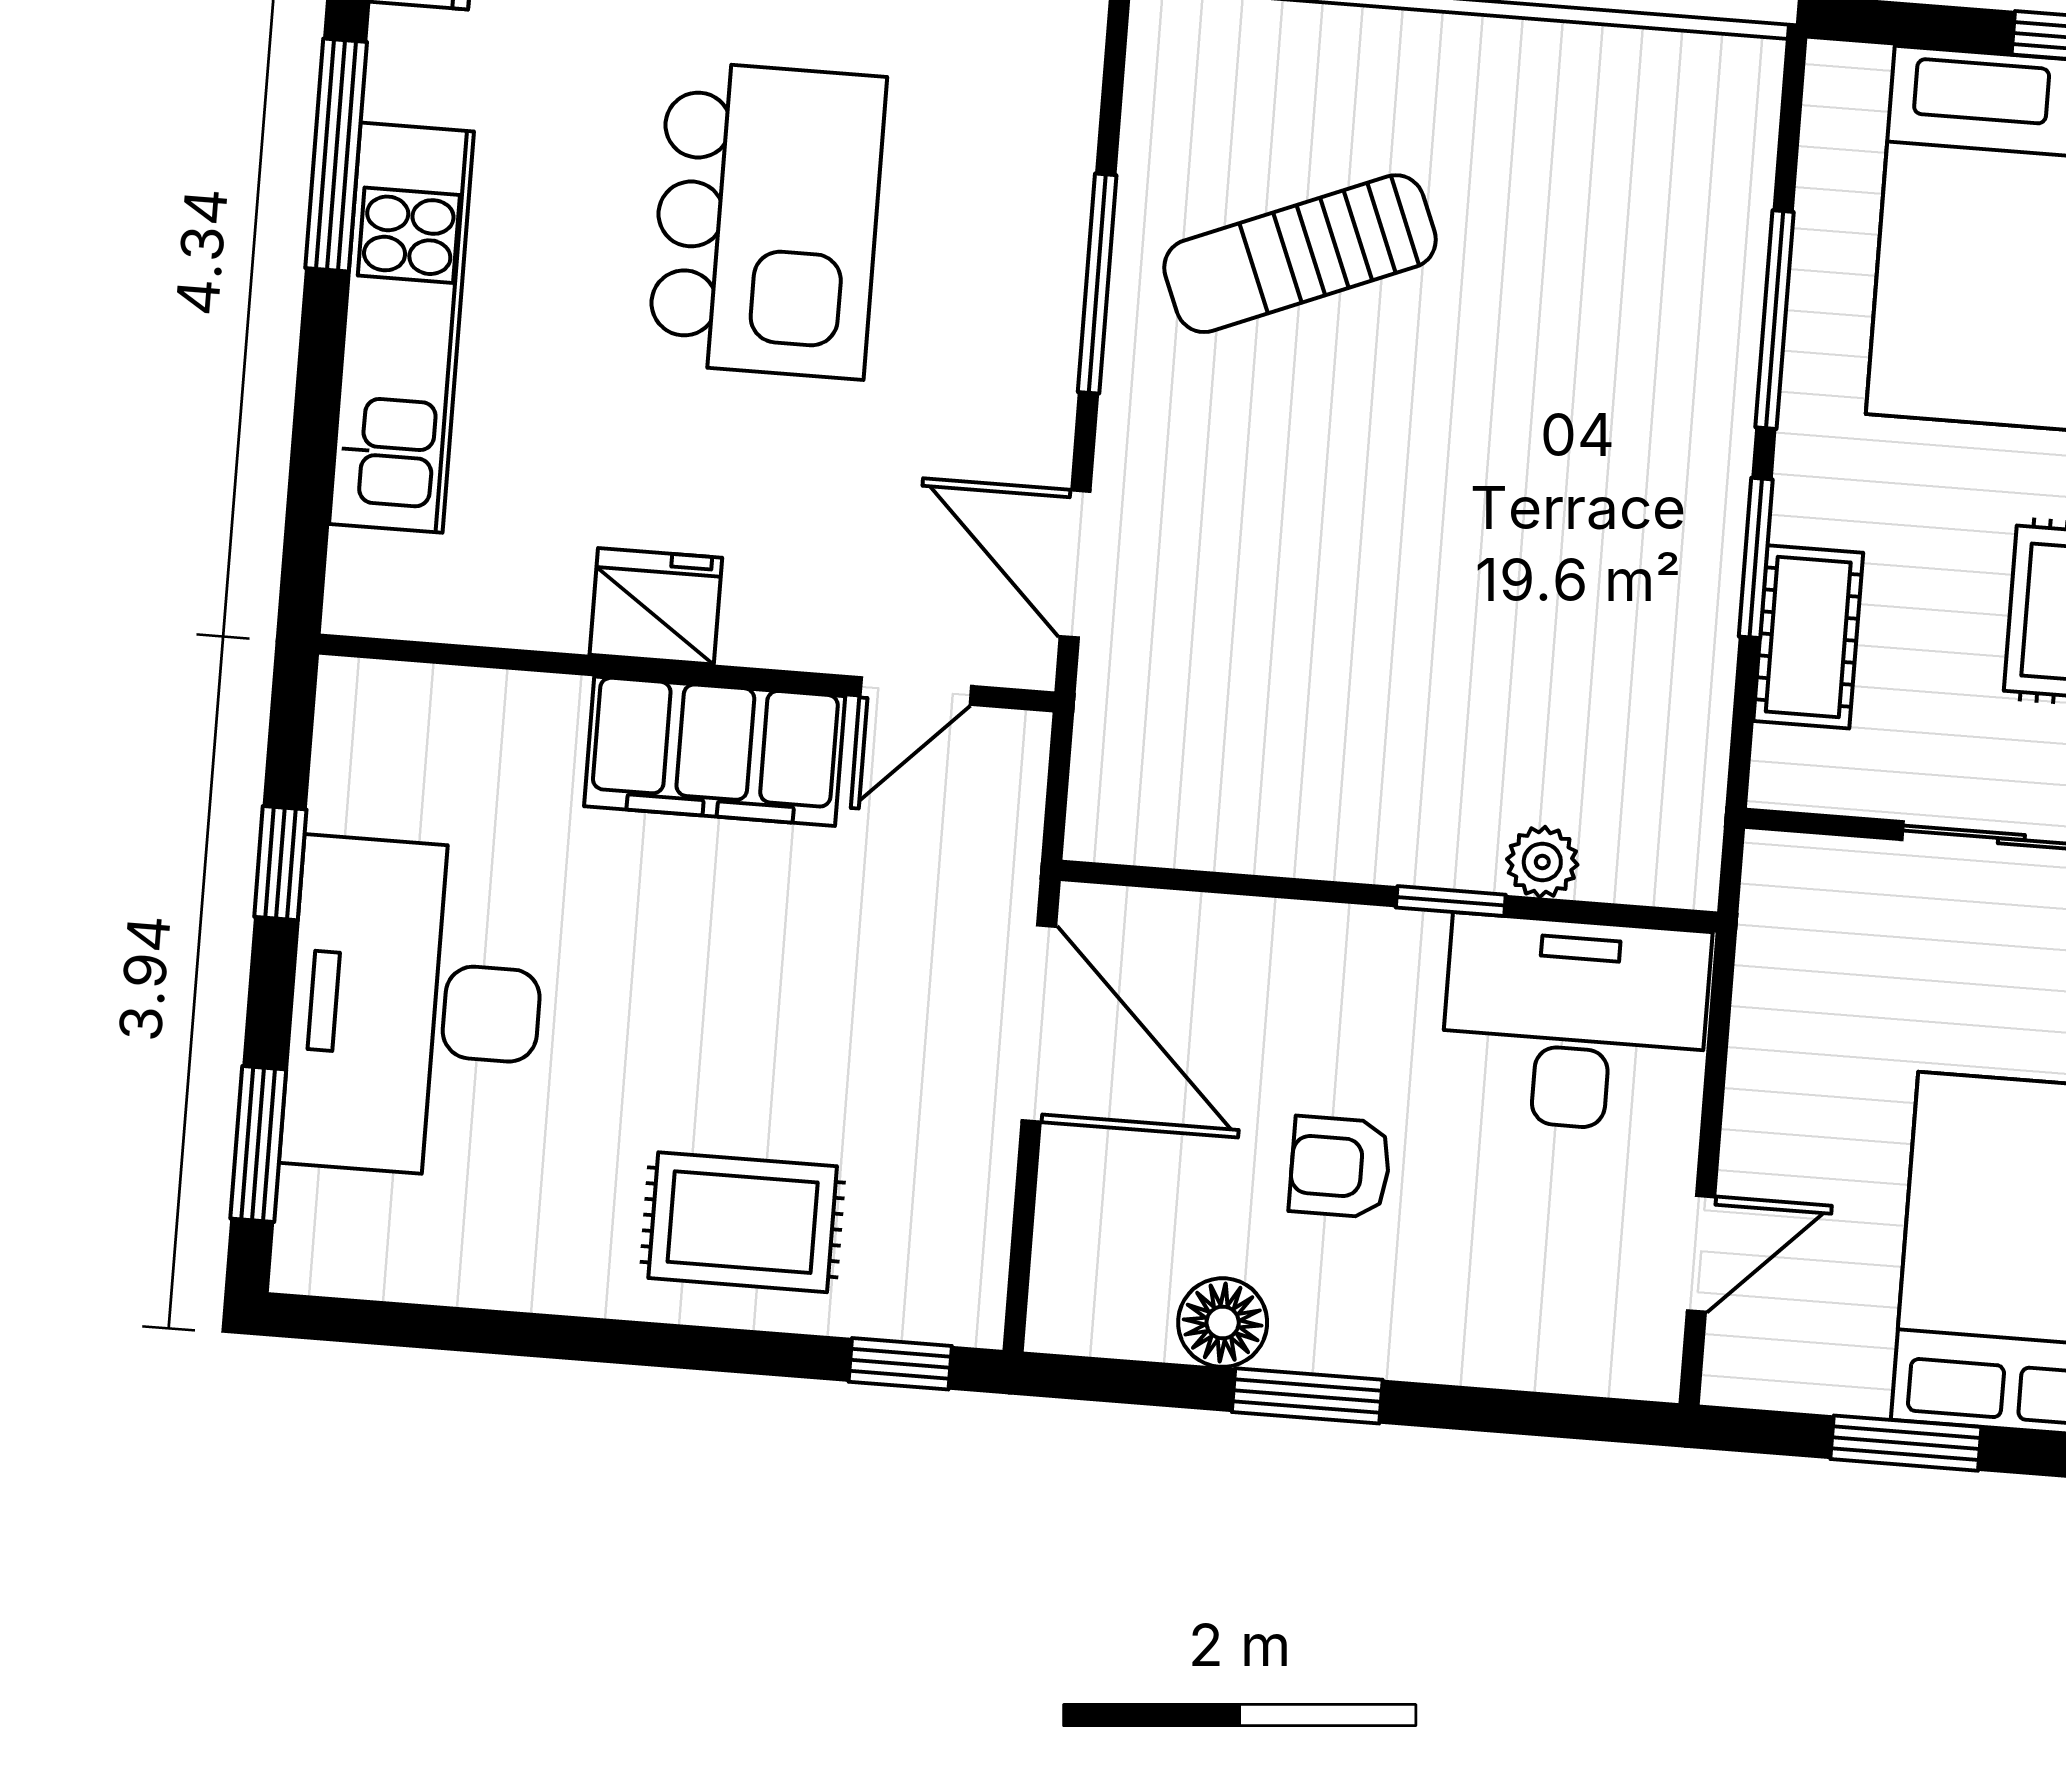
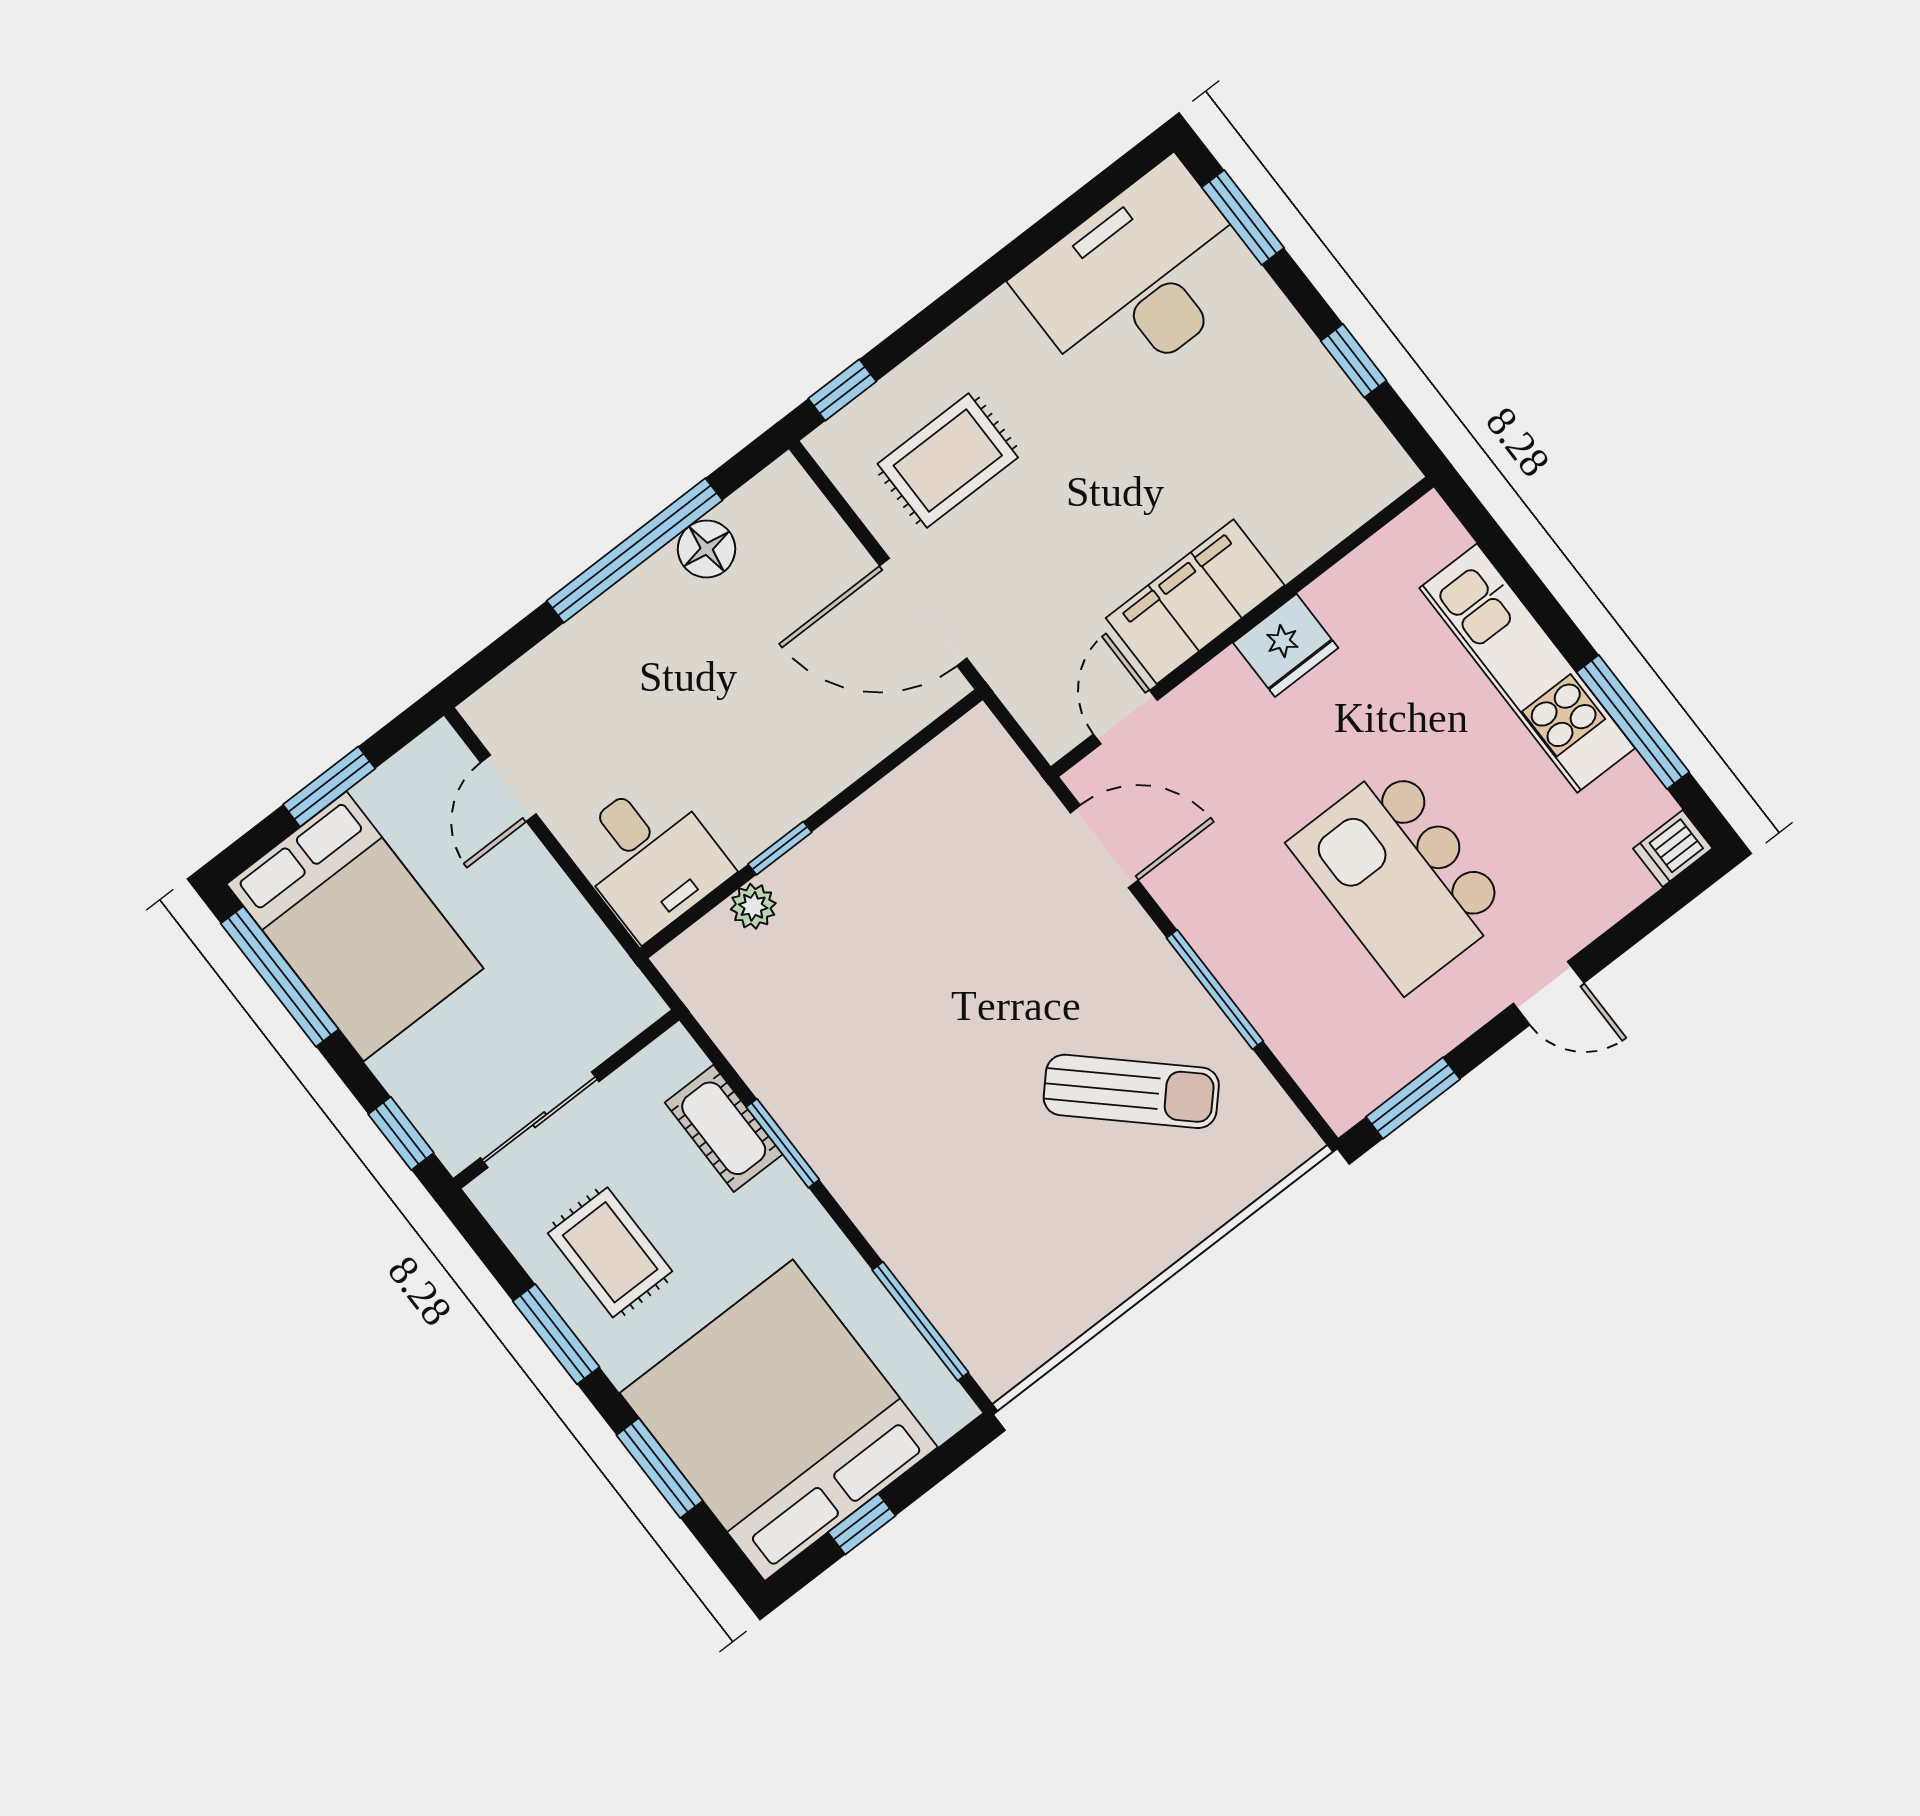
sun lounger: (1300, 254) -> (1131, 1091), turned 65
window: (1774, 320) -> (920, 1321), moved
desk: (415, 1008) -> (1139, 279), moved, turned -90
desk: (1575, 1024) -> (650, 857), width x0.73
armchair: (1340, 1167) -> (718, 674), removed
rug: (743, 1222) -> (948, 461), moved
window: (1307, 1396) -> (635, 551), width x2.11

